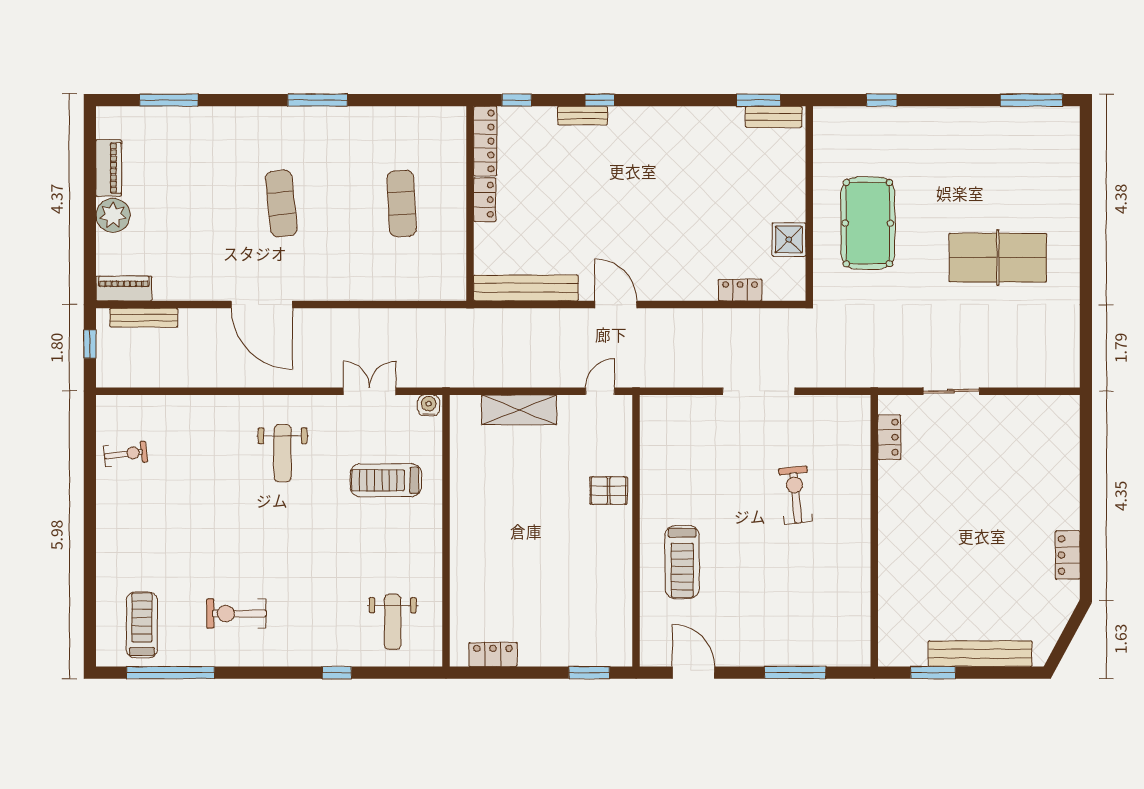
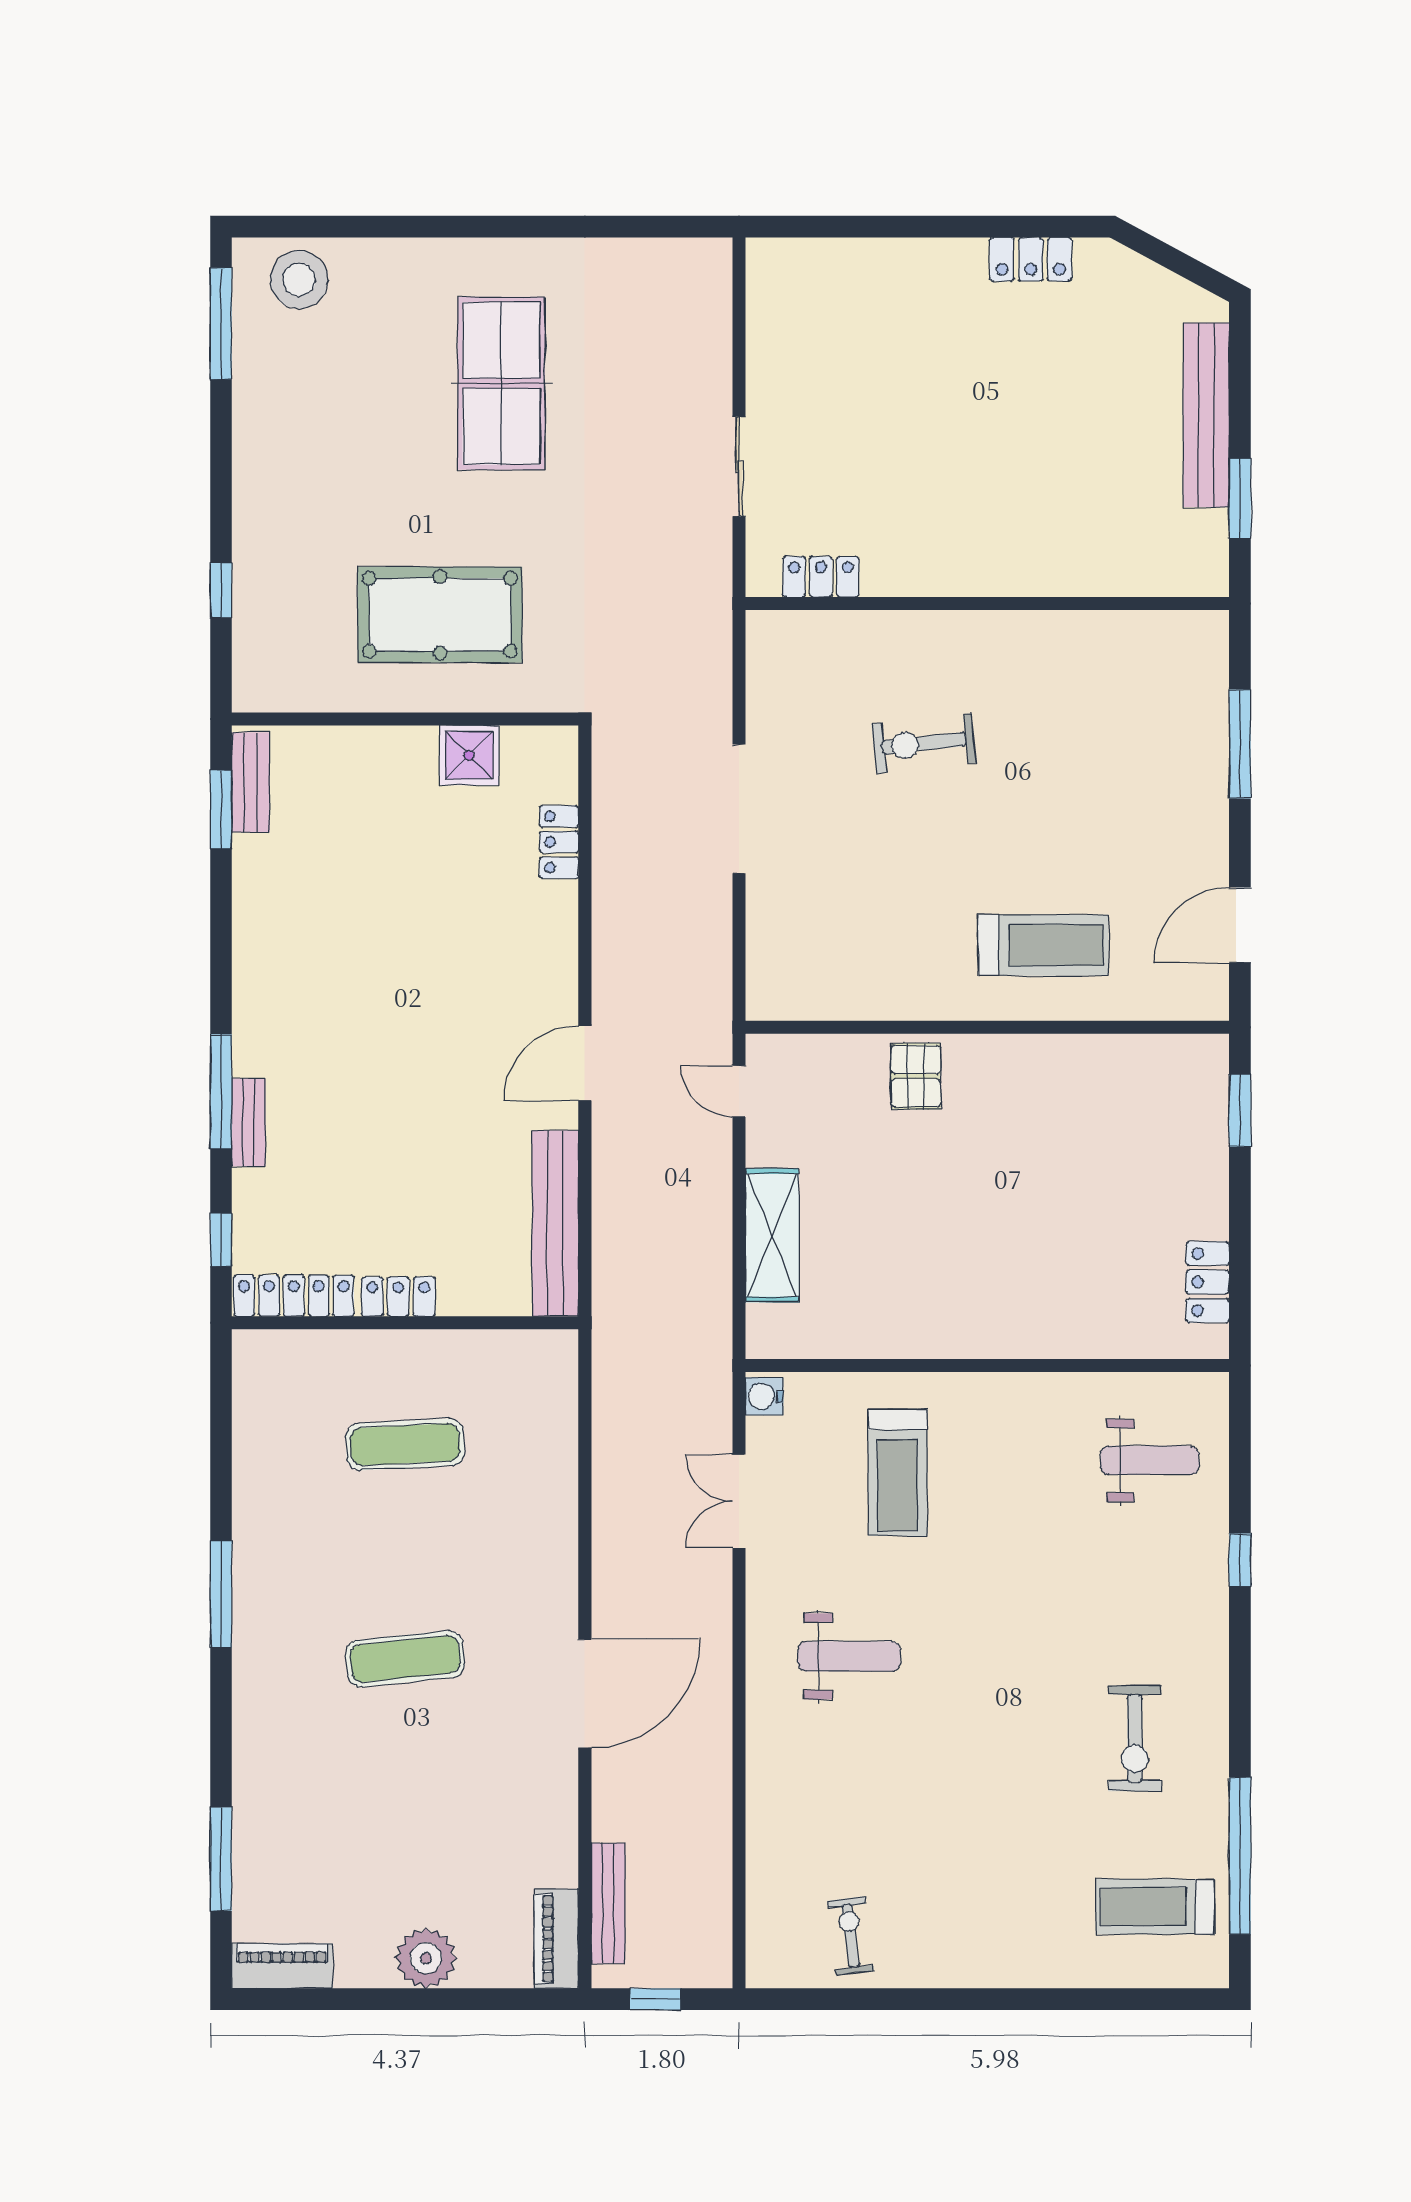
window: (600, 100) -> (221, 1092), width x2.17
stool: (1056, 144) -> (299, 280), added
piano: (109, 168) -> (282, 1966), moved

